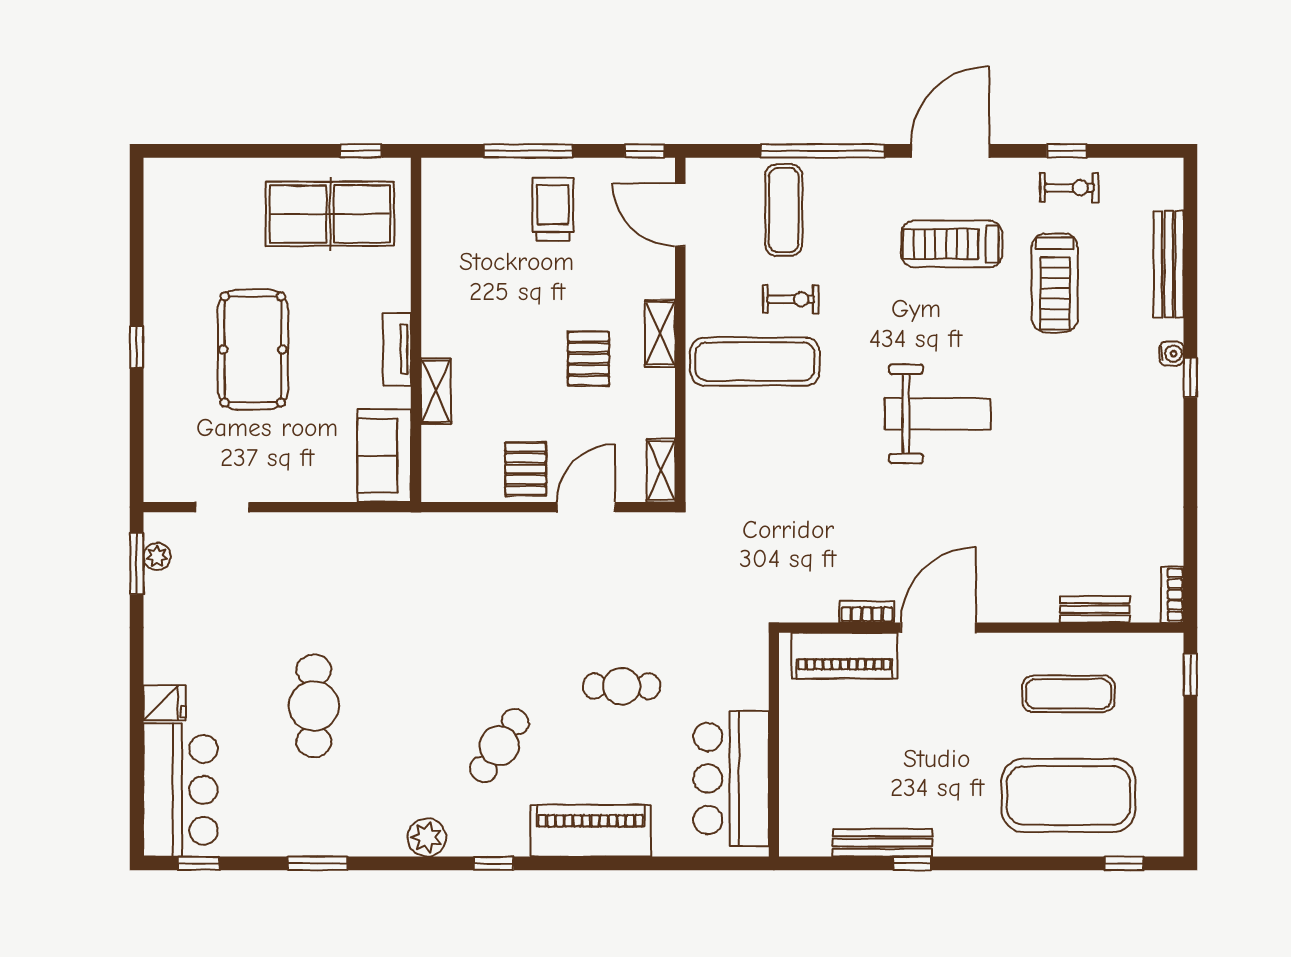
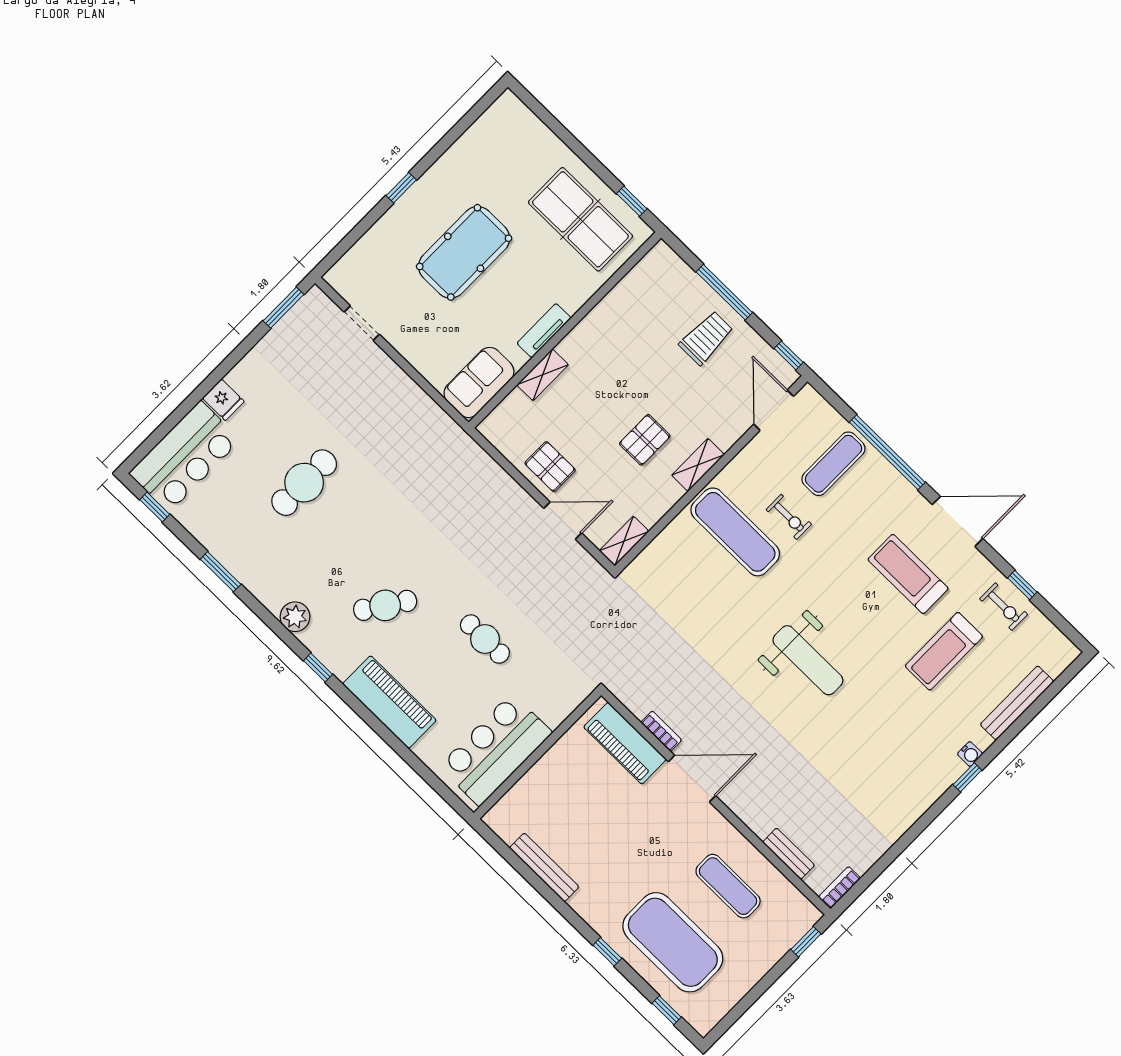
pallet: (526, 469) -> (550, 467), turned 90
plant: (157, 556) -> (299, 315), removed
window: (912, 863) -> (607, 952), moved

